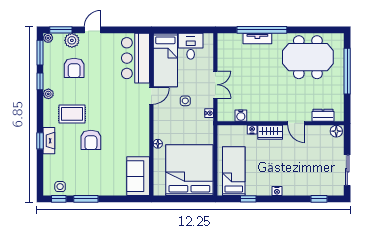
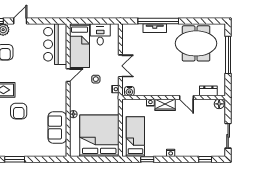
water cooler: (241, 116) -> (129, 91), moved
sofa: (138, 176) -> (57, 127), moved

